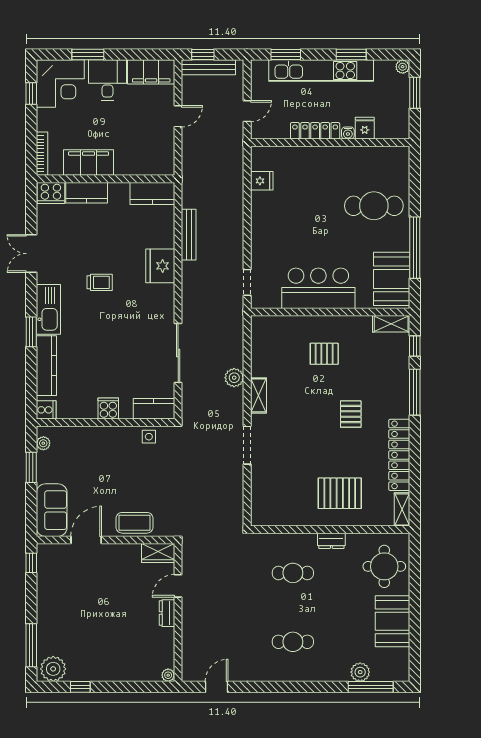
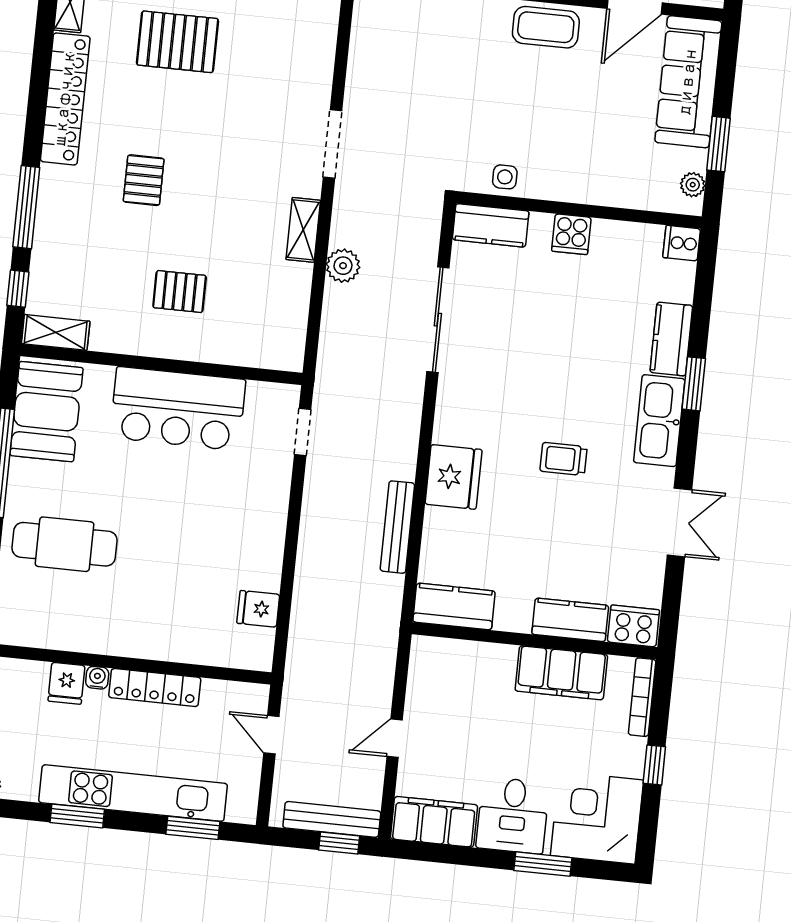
window: (31, 93) -> (654, 765), moved
door: (247, 111) -> (271, 735), hinge flipped
kitchen counter: (46, 366) -> (671, 339), width x0.67
sofa: (52, 510) -> (688, 82), width x1.36

